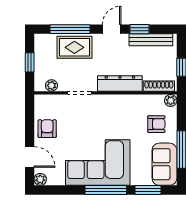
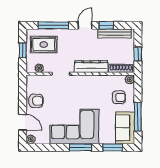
rug: (74, 47) -> (44, 44), moved
armchair: (47, 129) -> (36, 101), turned 90
window: (106, 190) -> (81, 147), width x0.69

